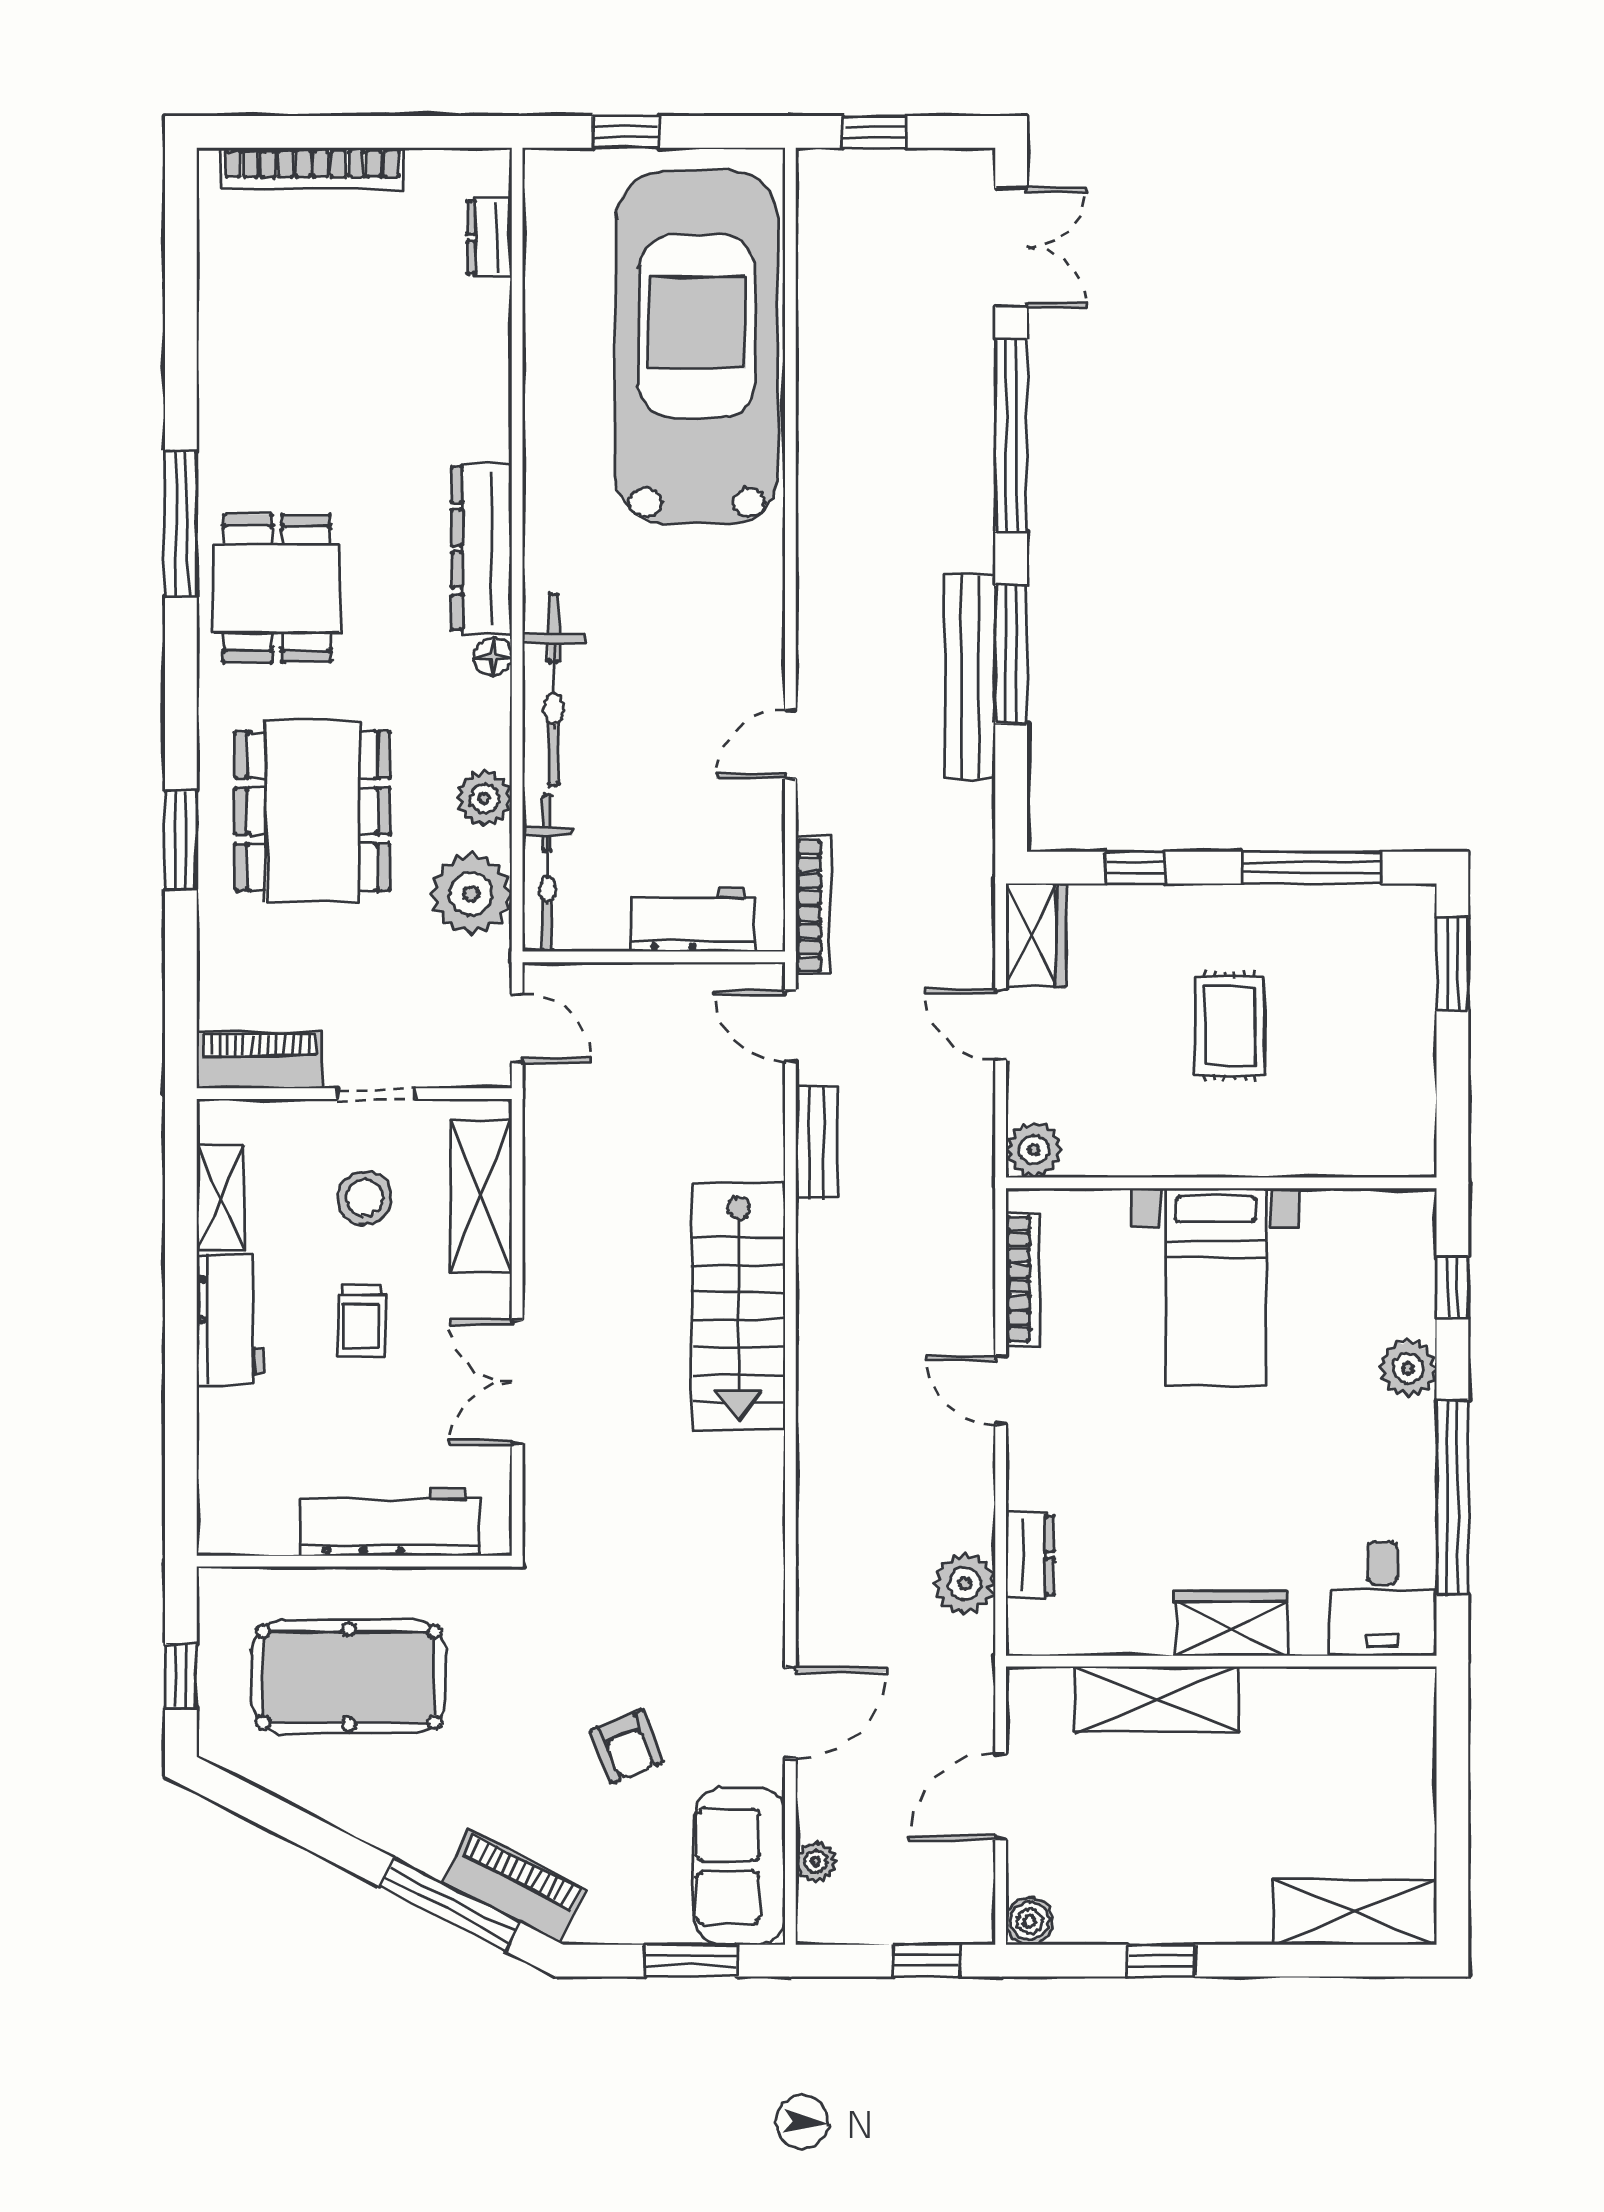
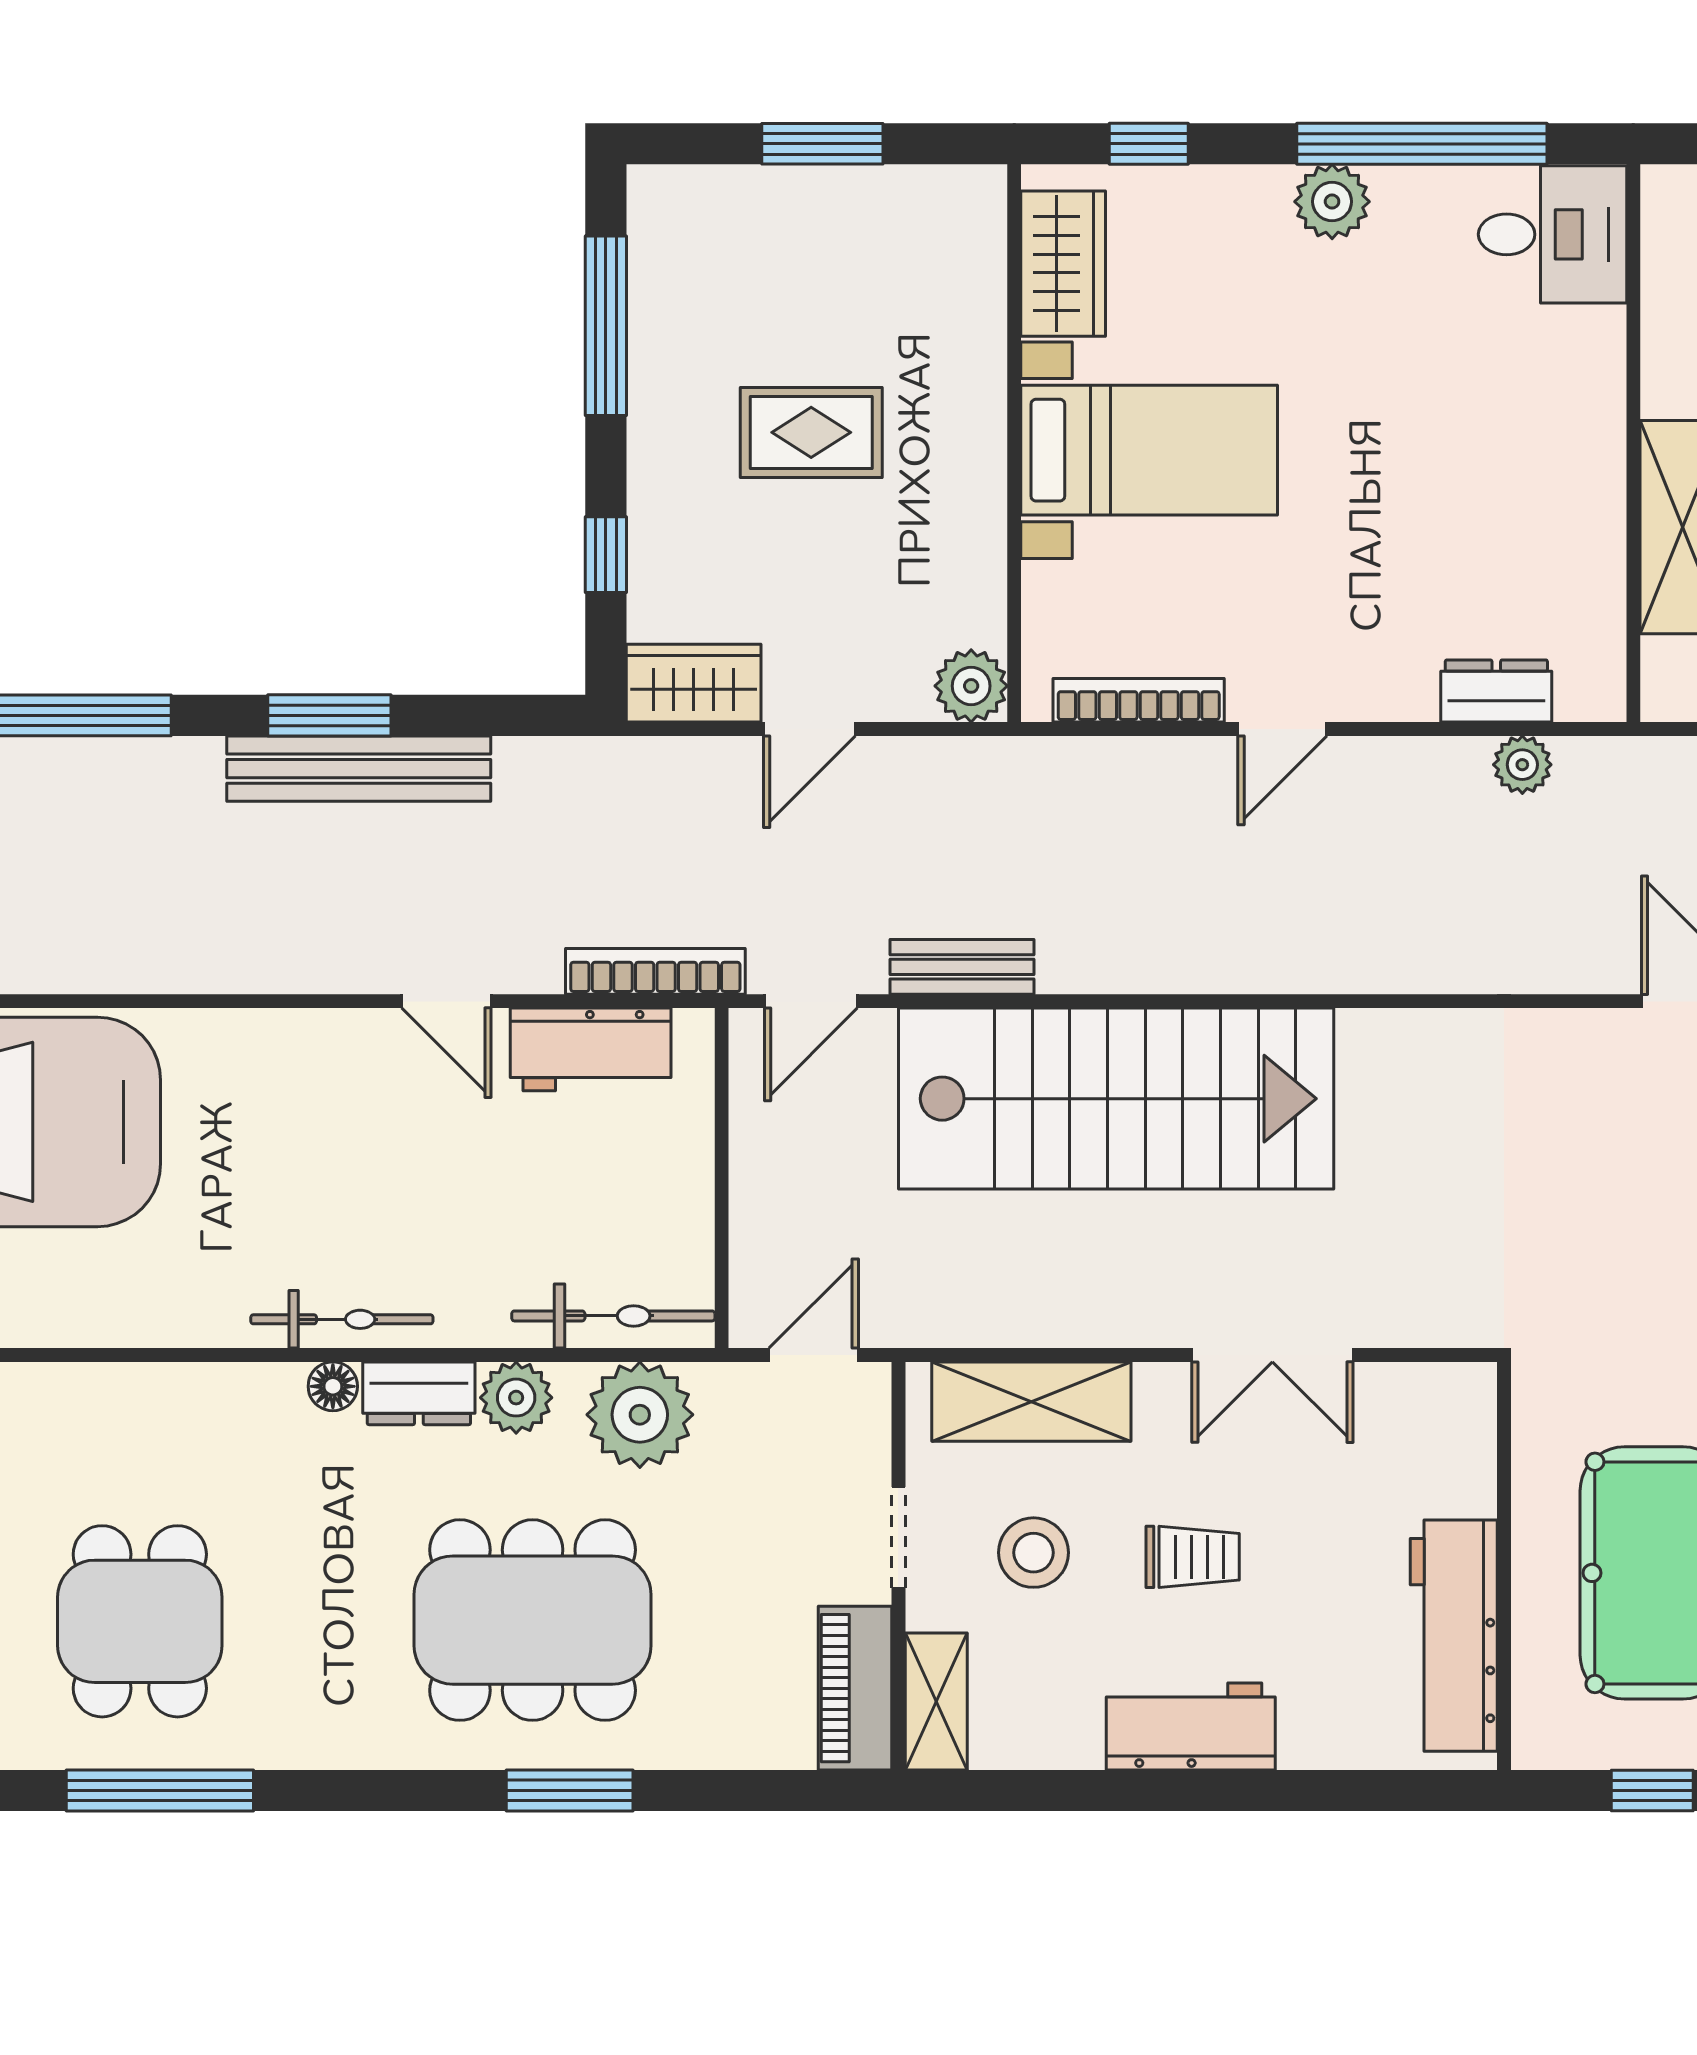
dresser: (482, 549) -> (419, 1393), moved, width x0.51, depth x0.80
dining table: (277, 588) -> (140, 1621), moved, turned 90
window: (1011, 654) -> (329, 715), width x0.69
bicycle: (554, 689) -> (342, 1319), width x0.73, depth x0.71
workbench: (692, 920) -> (591, 1049), moved, turned -90
window: (1452, 964) -> (822, 144), moved
shelving: (220, 1197) -> (936, 1701), moved, turned 90
stairs: (739, 1306) -> (1116, 1099), width x1.36, depth x1.51
plant: (1408, 1368) -> (1332, 202), moved
workbench: (390, 1522) -> (1454, 1636), moved
plant: (965, 1584) -> (1522, 765), width x0.73, depth x0.73
wardrobe: (1231, 1623) -> (1063, 264), moved, turned 180

